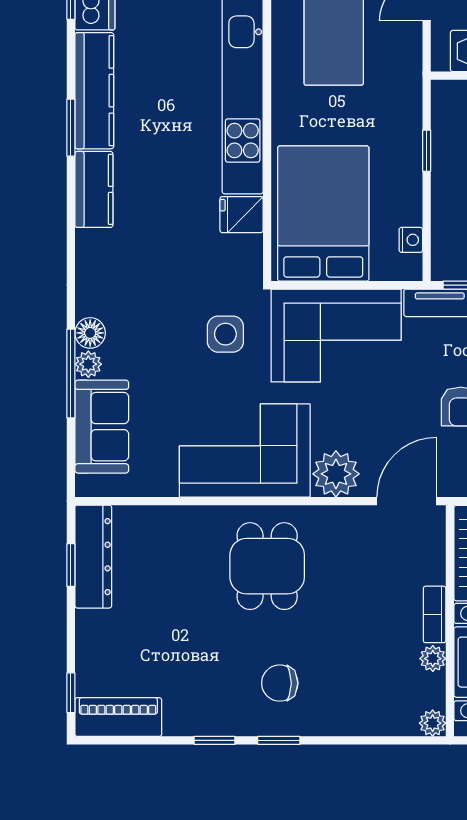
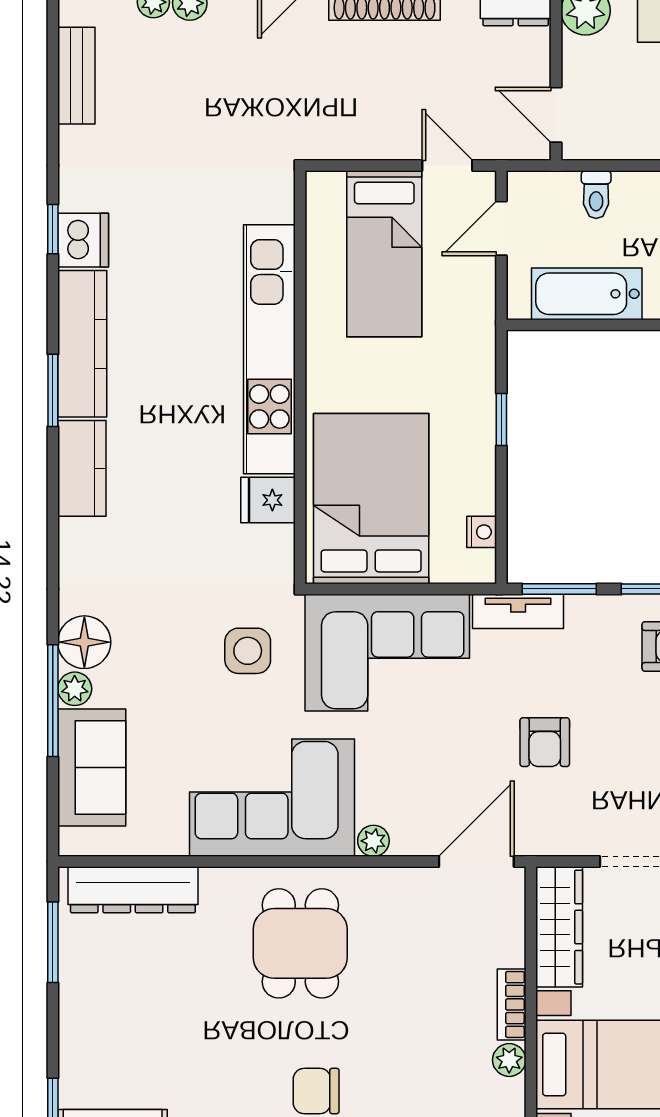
floor lamp: (90, 333) -> (84, 642), width x1.38, depth x1.38
plant: (336, 474) -> (373, 841), width x0.53, depth x0.53
dresser: (93, 557) -> (133, 890), moved, turned 90
window: (71, 565) -> (53, 942), width x1.50

